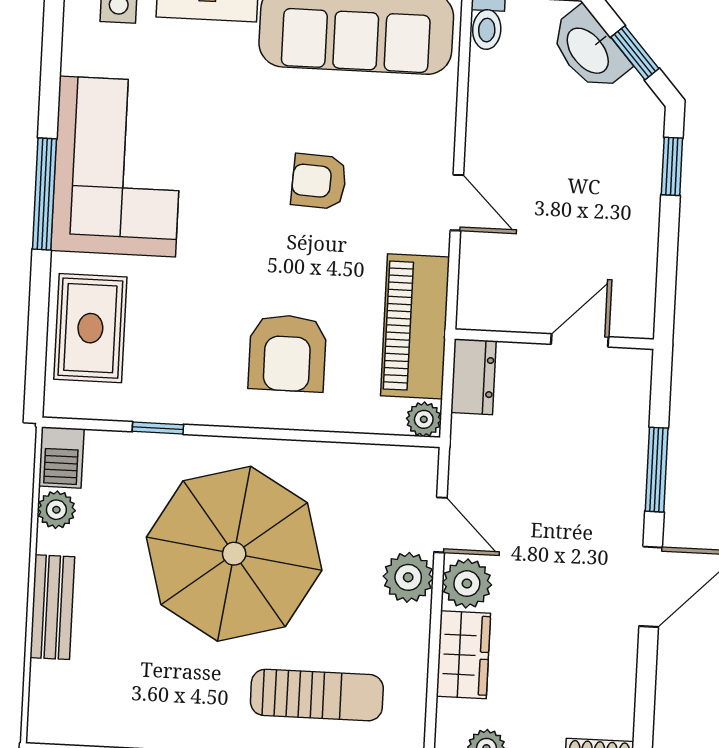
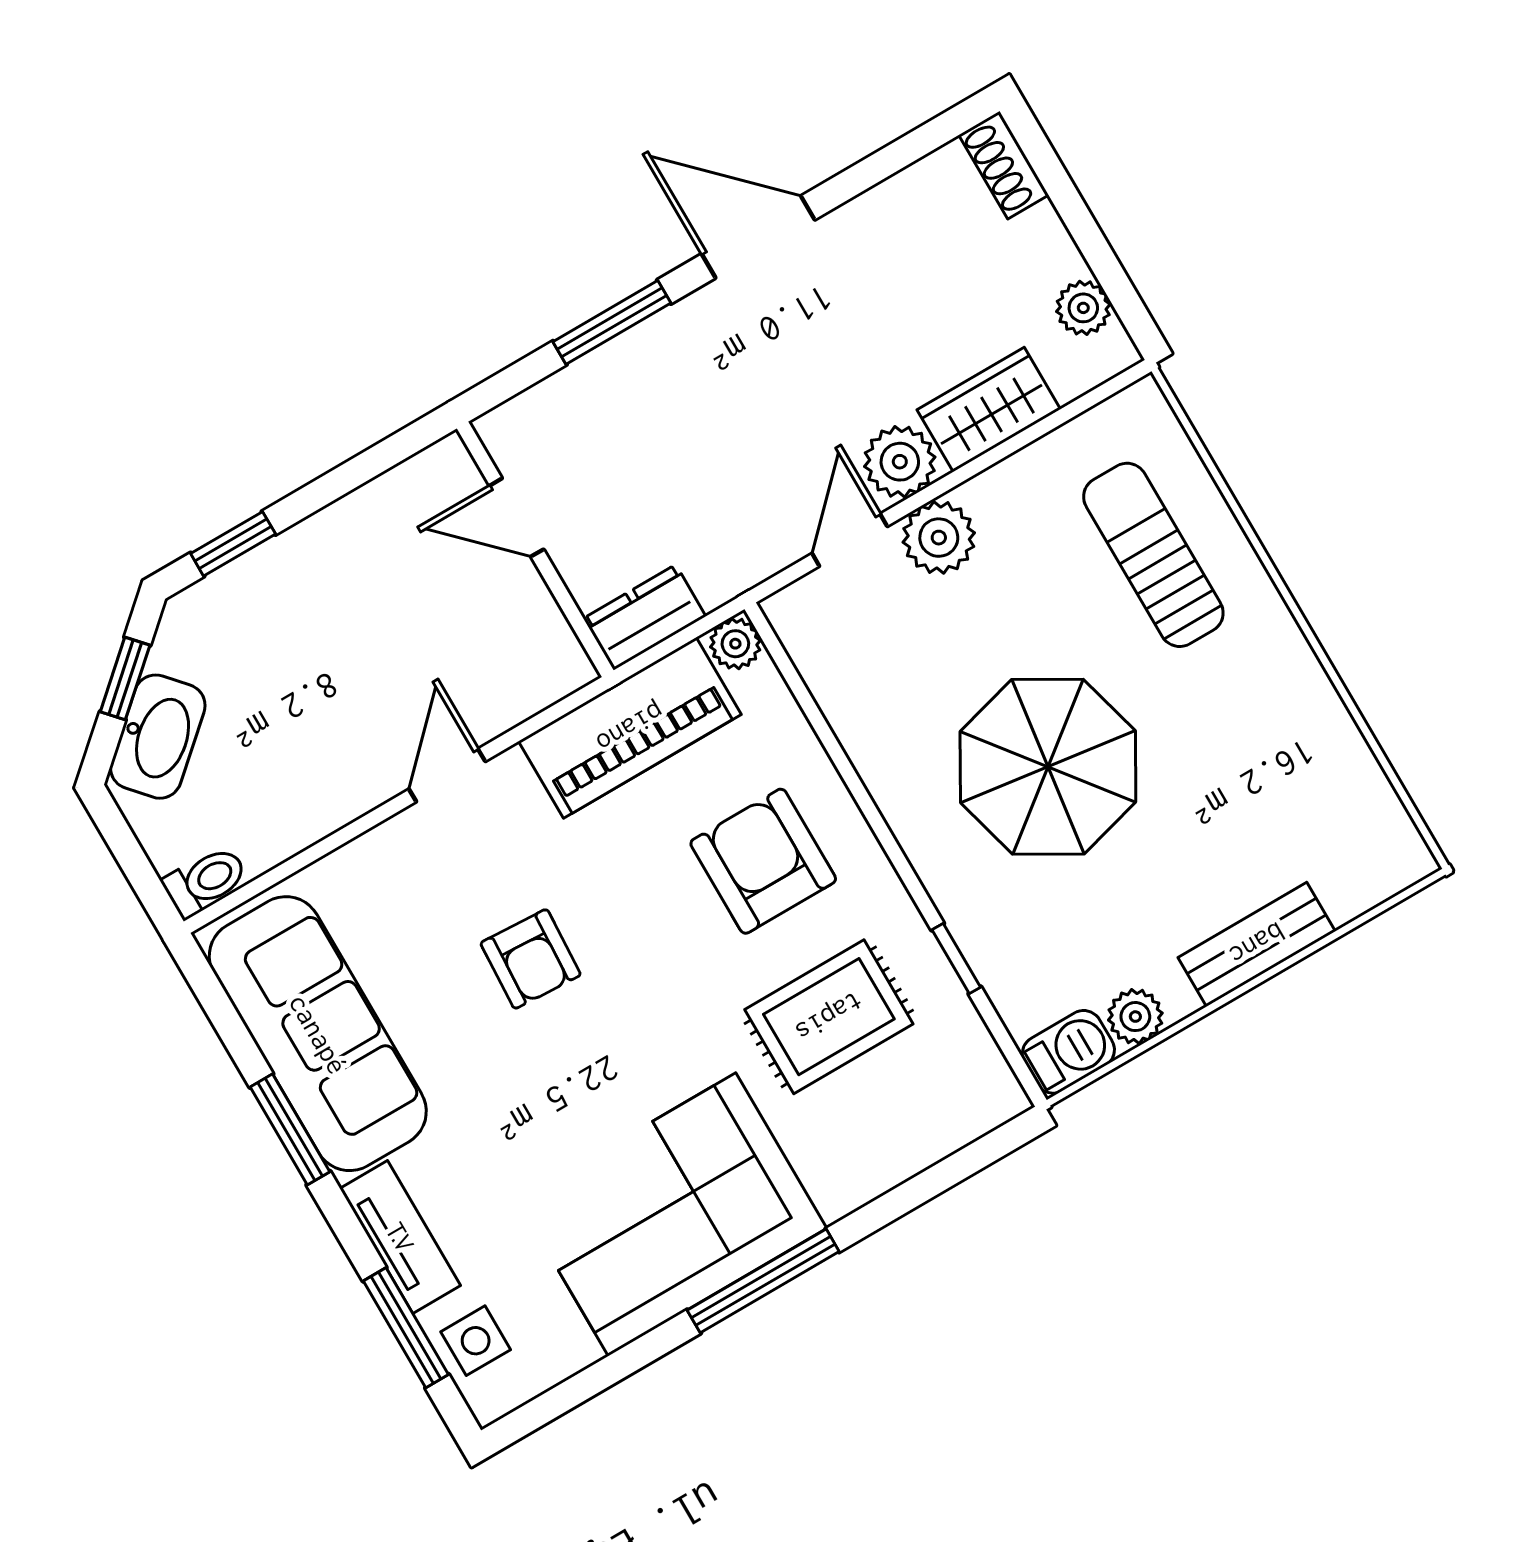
rug: (90, 328) -> (829, 1017), moved
armchair: (287, 353) -> (763, 861), turned -90
parasol: (234, 554) -> (1048, 767), width x0.73, depth x0.73

